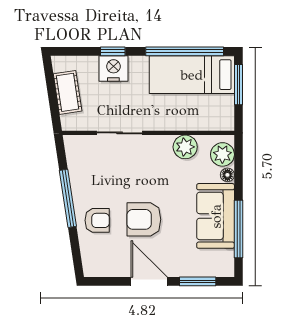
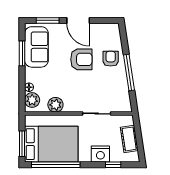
window: (113, 51) -> (113, 165), moved
bed: (192, 75) -> (51, 144), width x1.50
sofa: (216, 216) -> (36, 47), moved
armchair: (97, 220) -> (111, 59), turned 90
window: (239, 229) -> (22, 53), width x0.69

